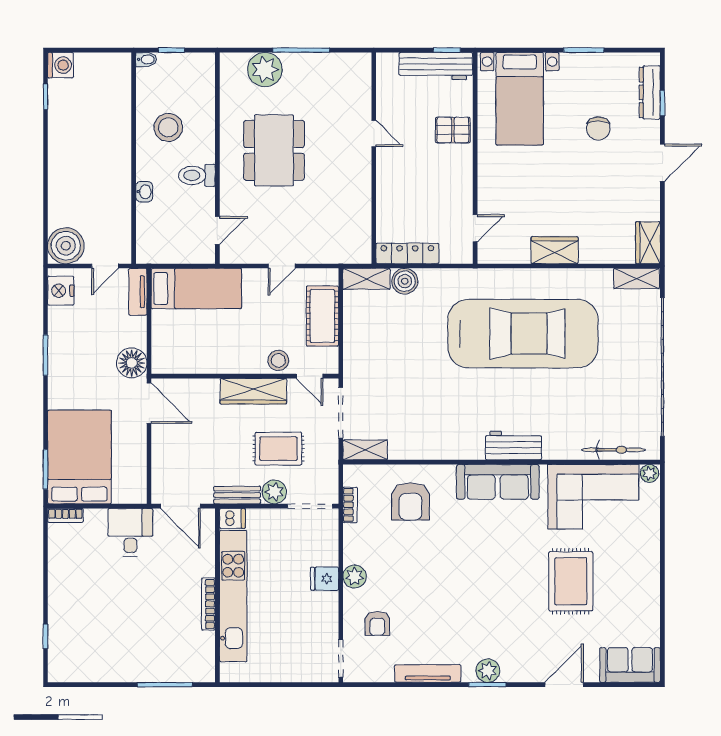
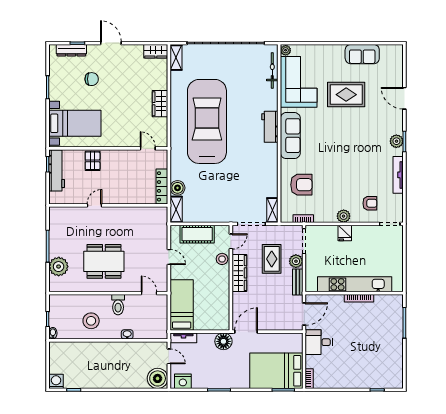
dishwasher: (232, 518) -> (311, 285), removed
sofa: (630, 665) -> (362, 54), moved, turned -90

